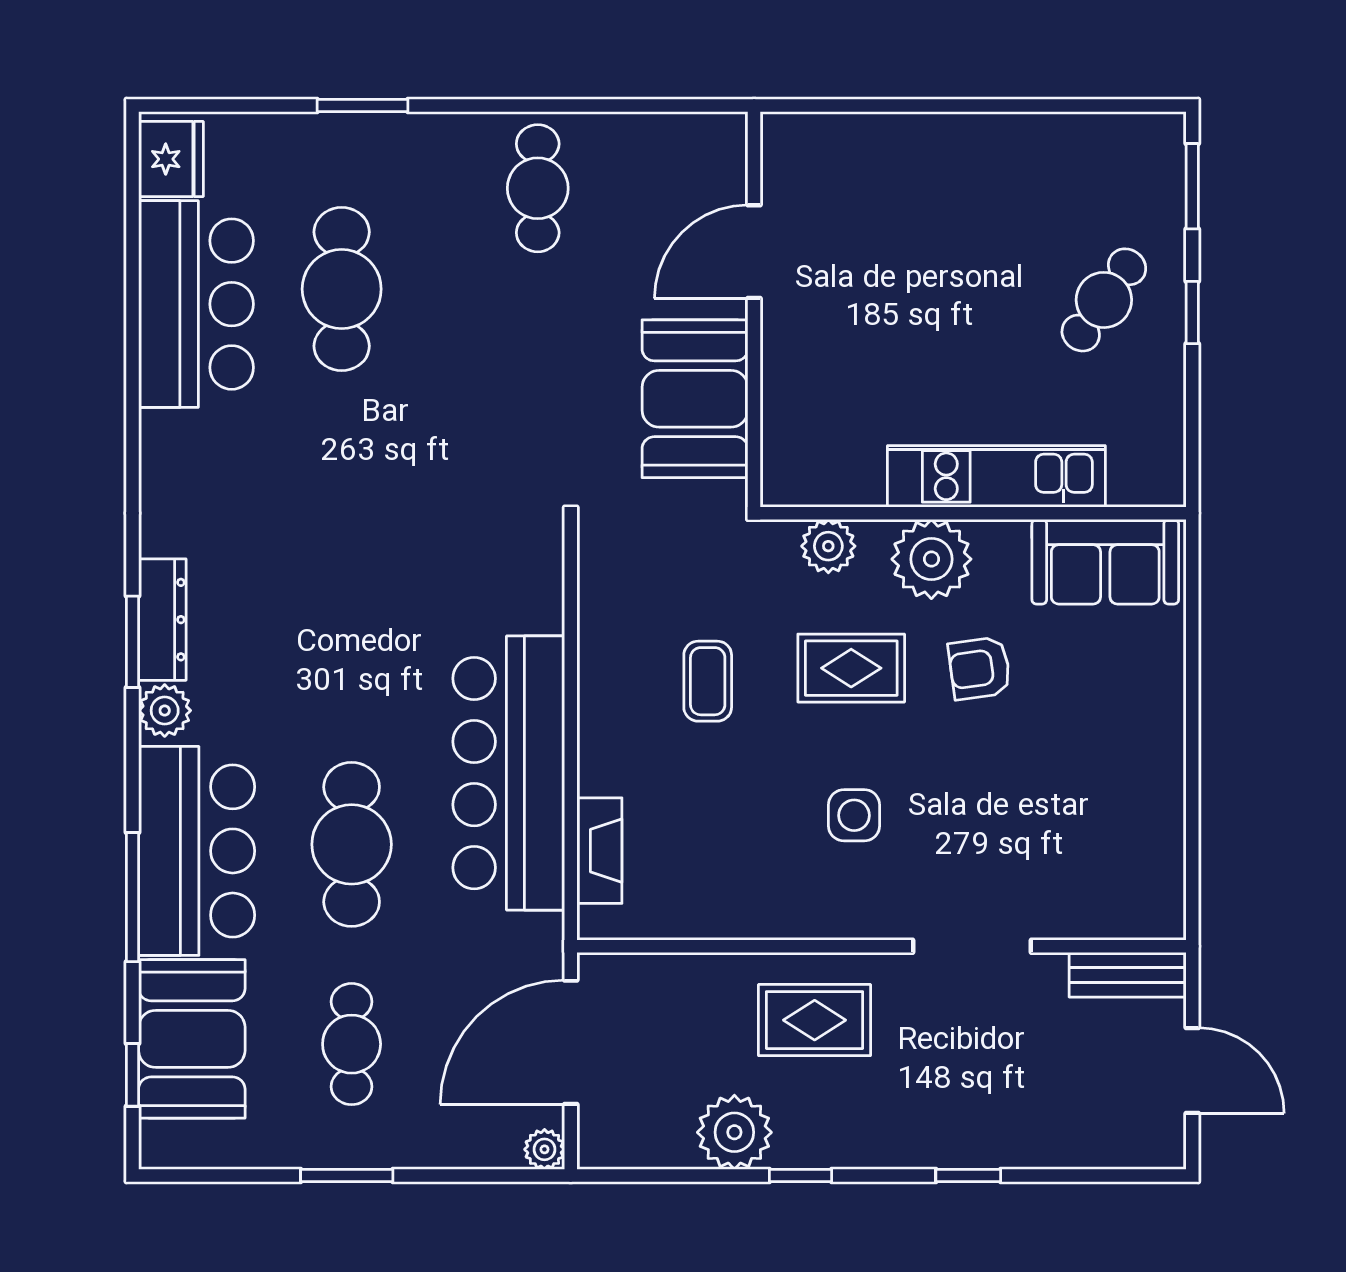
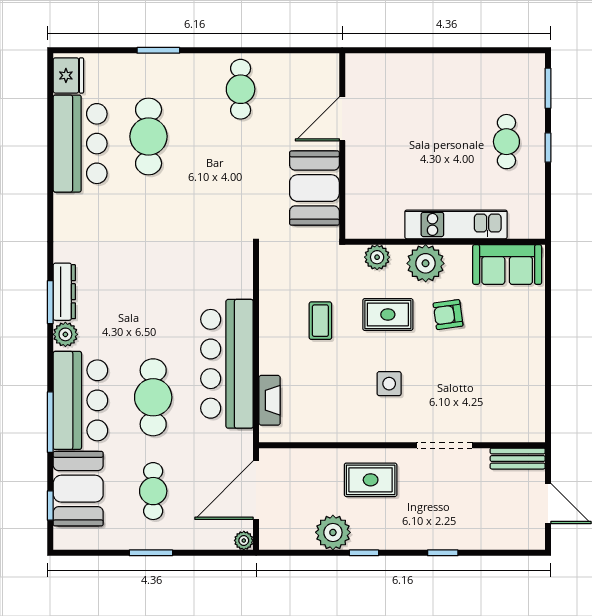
cafe table: (1104, 300) -> (506, 142), turned -35

